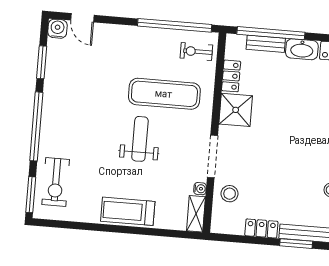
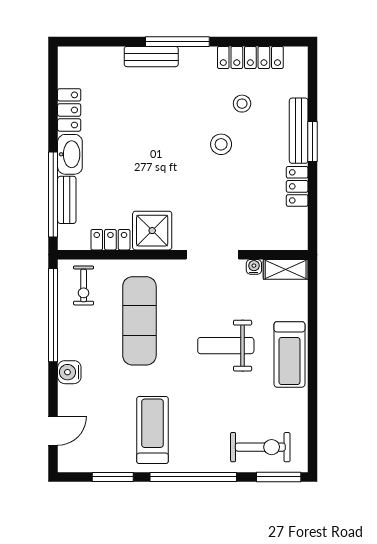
water cooler: (57, 29) -> (69, 372), moved
treadmill: (76, 97) -> (152, 430), added
weight bench: (140, 139) -> (226, 346), moved
stool: (230, 194) -> (221, 144), moved

